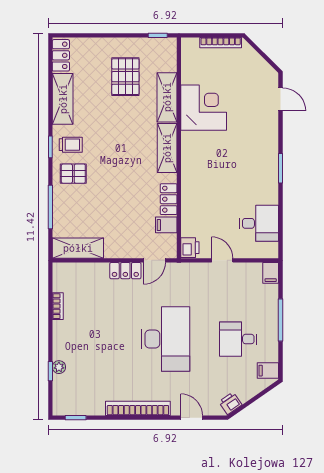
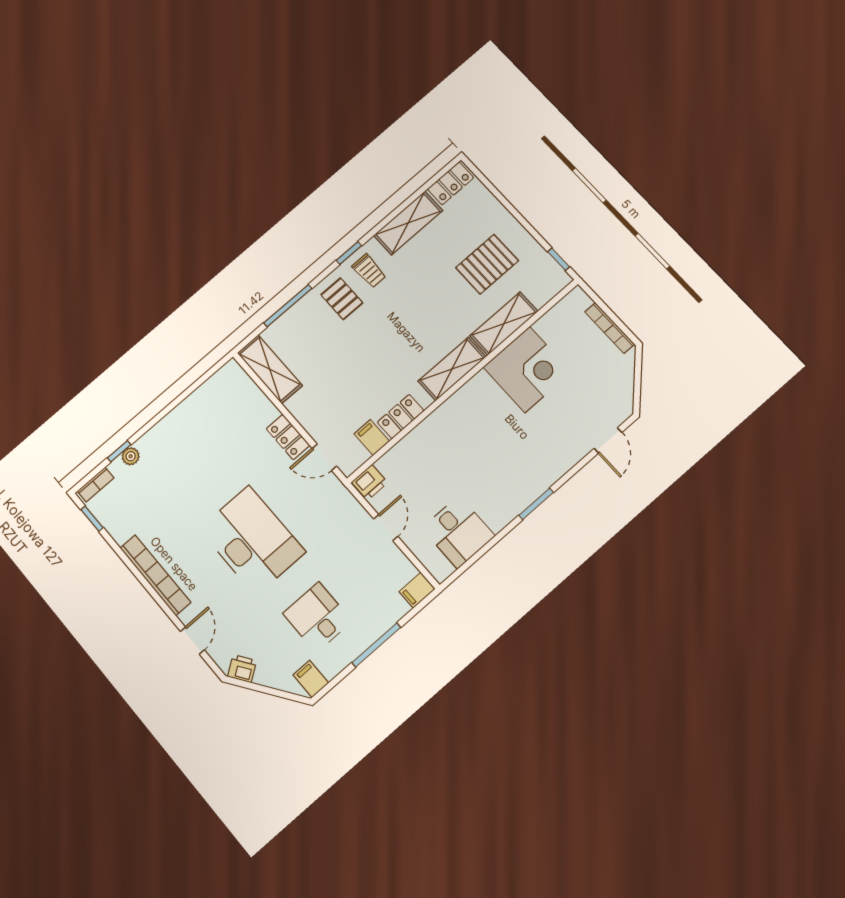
bookcase: (58, 306) -> (96, 484), moved
desk: (165, 339) -> (252, 540), turned -90

